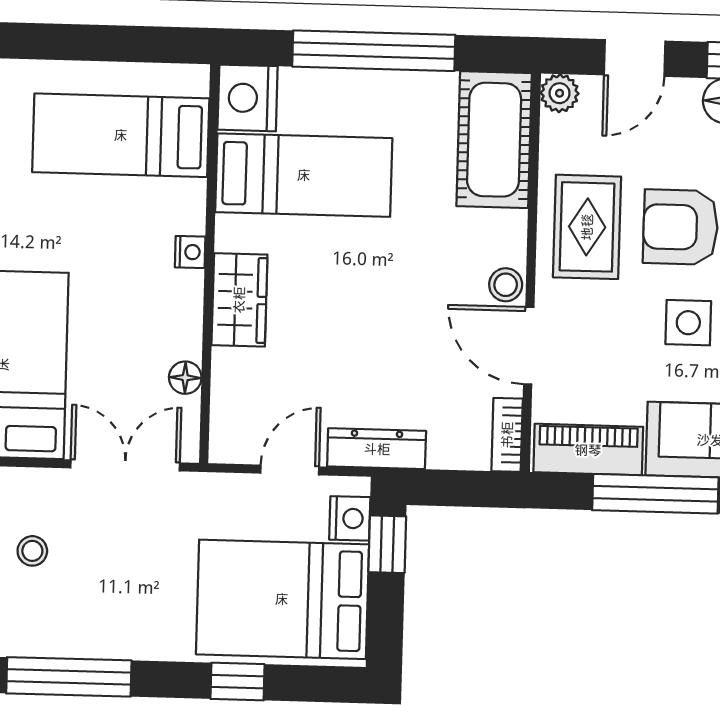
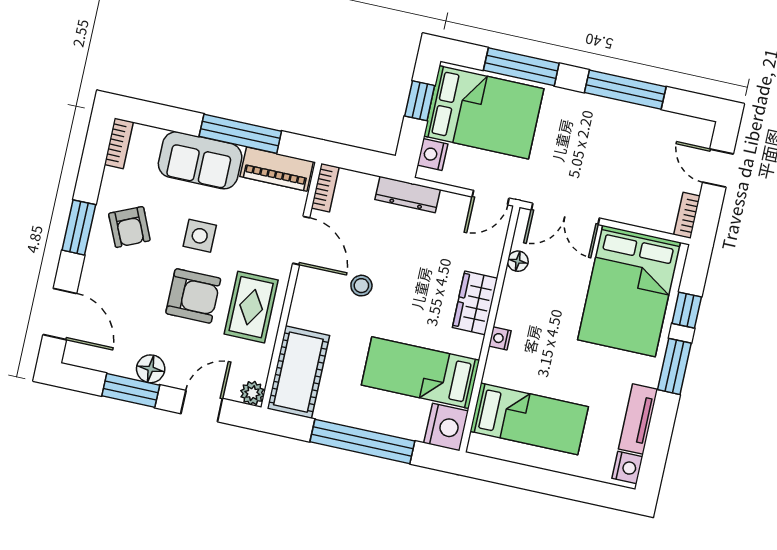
stool: (506, 285) -> (361, 286), moved
door: (290, 470) -> (491, 198), moved
window: (387, 544) -> (420, 101), moved
stool: (32, 551) -> (633, 172), removed
window: (238, 682) -> (521, 67), width x2.17

